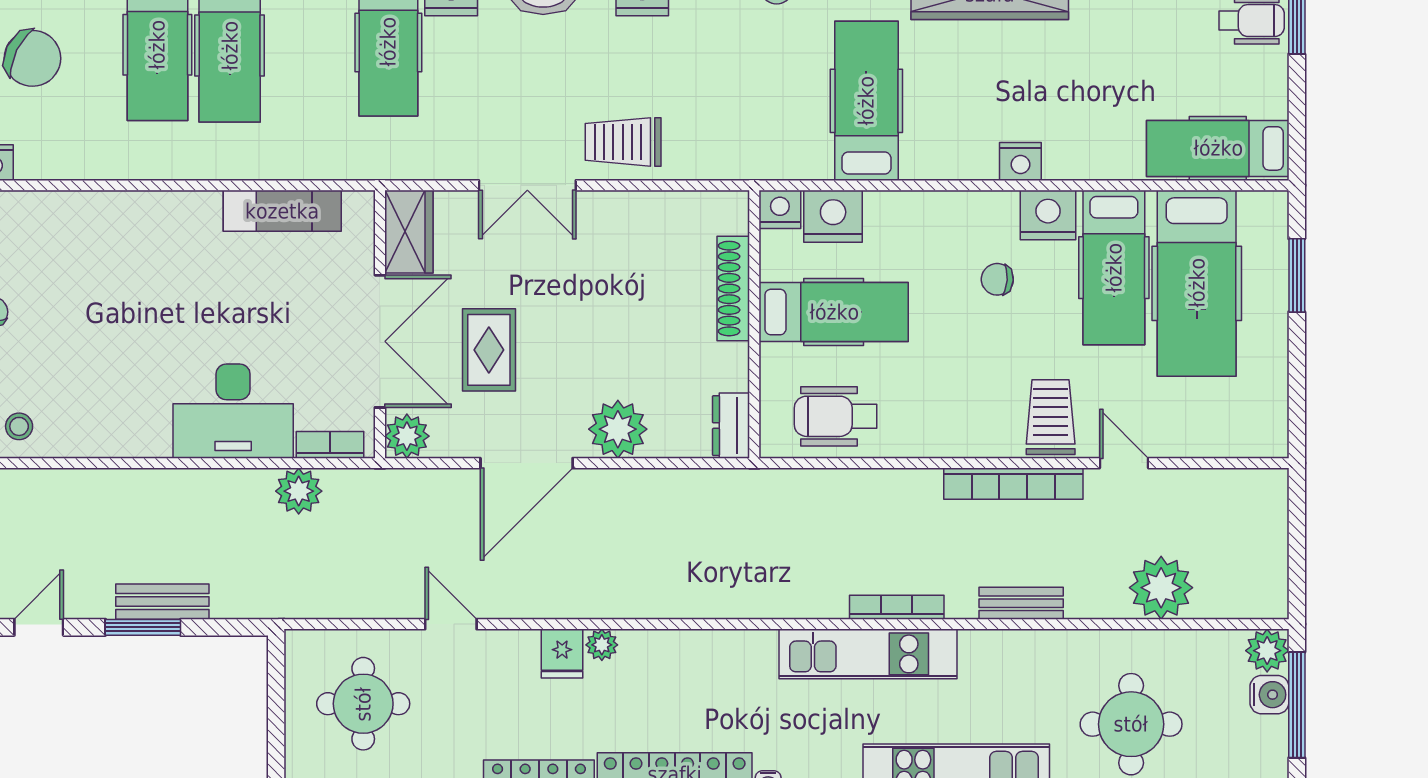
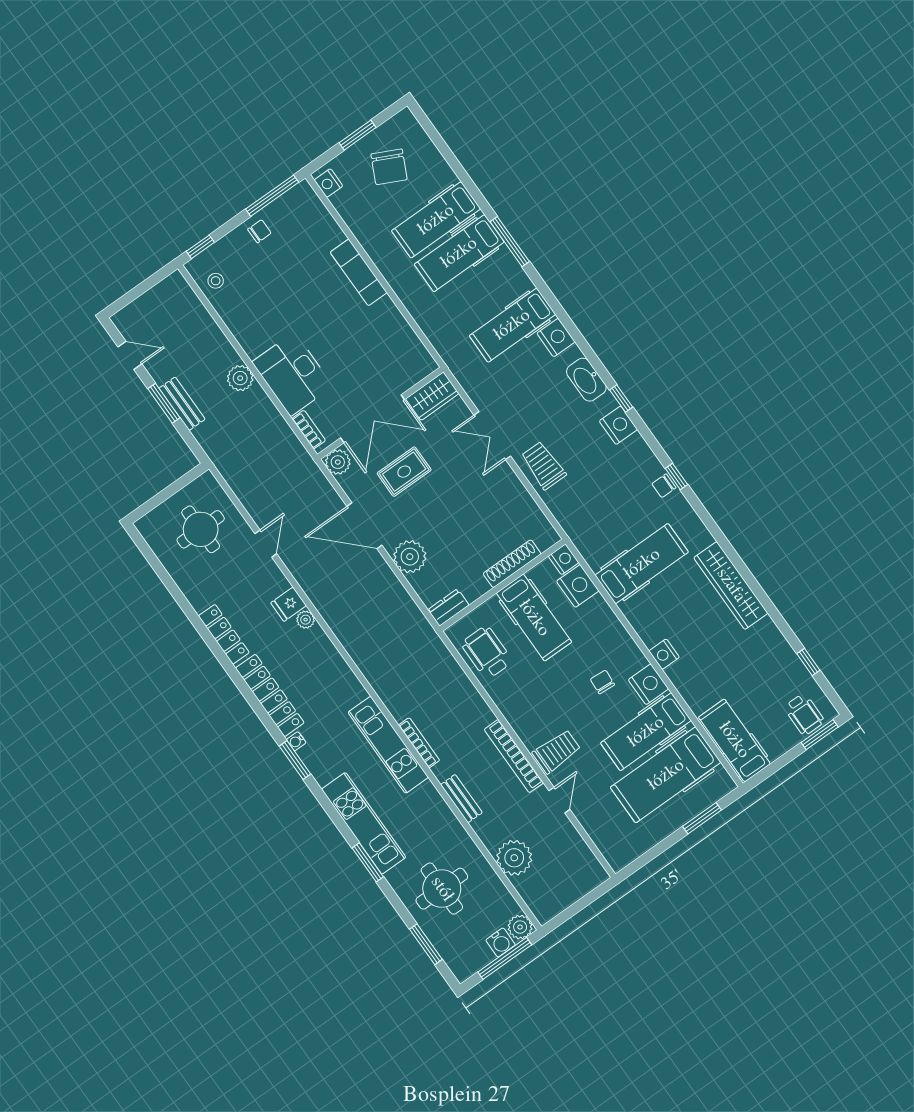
exam couch: (282, 211) -> (359, 272), moved
plant: (299, 491) -> (240, 378), moved

